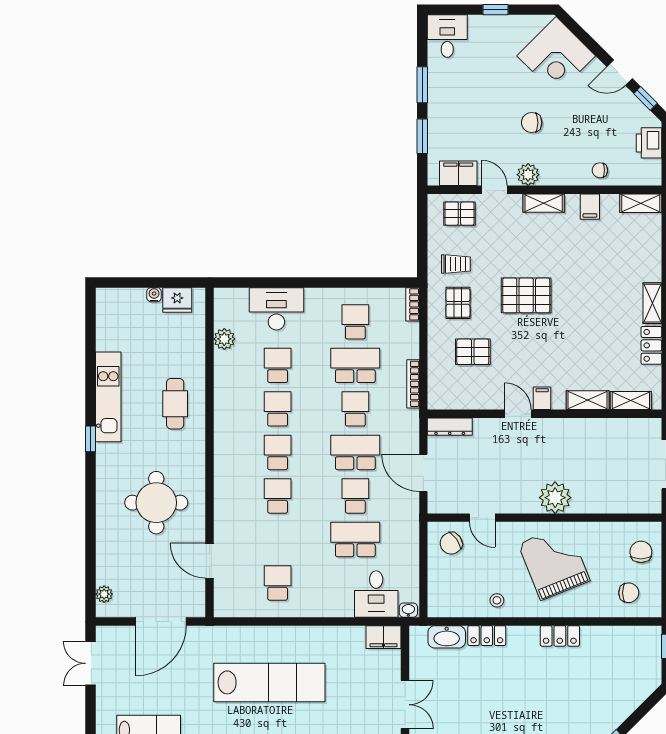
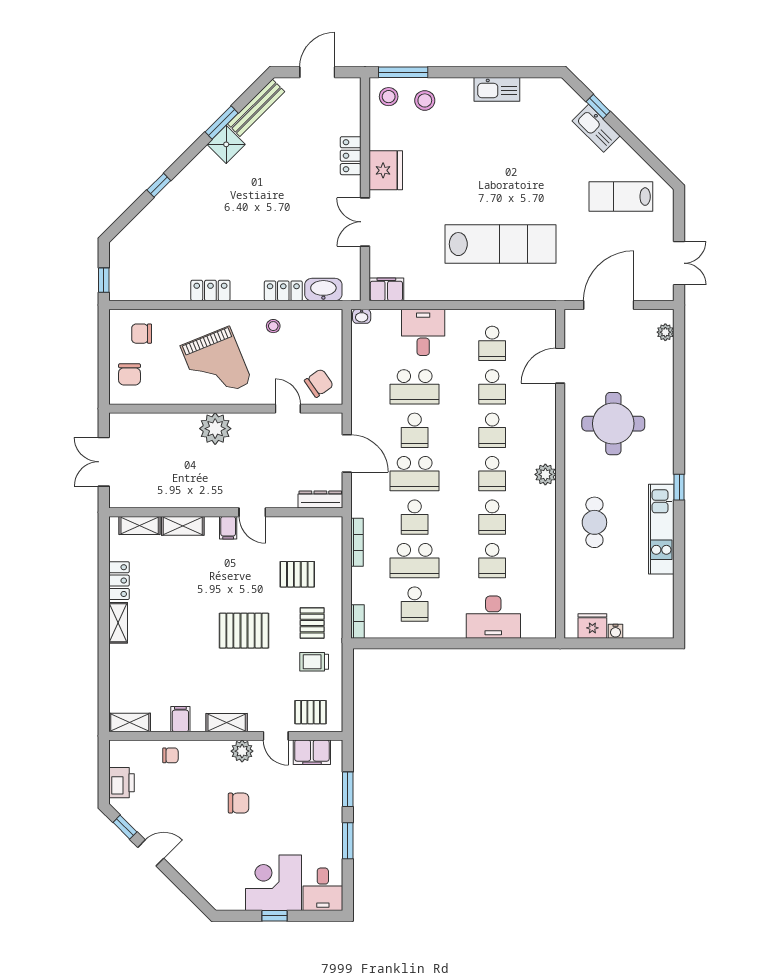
corner desk: (556, 56) -> (274, 883), moved, turned -45
plant: (224, 339) -> (545, 474), moved
school desk: (278, 539) -> (492, 387), added
door: (210, 561) -> (560, 366), swing flipped
desk: (376, 594) -> (423, 332), moved
lab bench: (269, 682) -> (500, 244), turned 180

